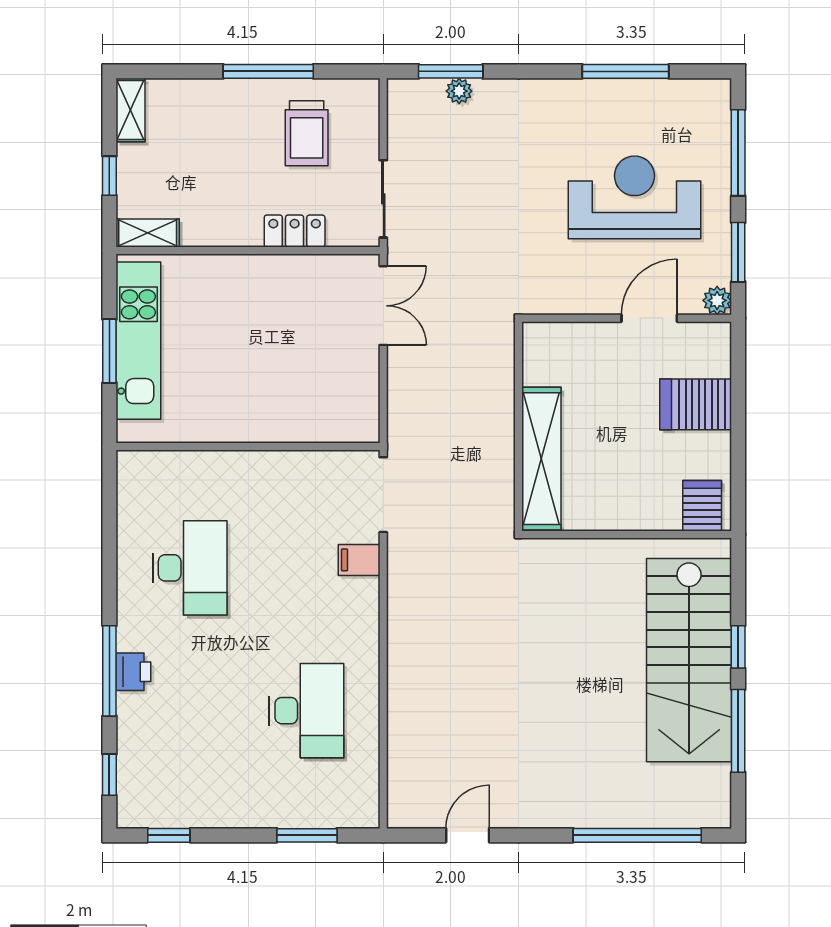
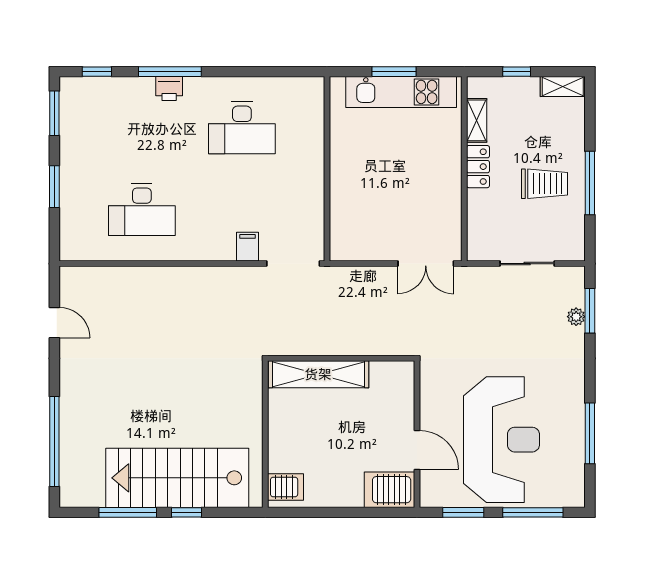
trolley: (307, 133) -> (544, 184), moved, turned 180
reception desk: (634, 197) -> (502, 440), width x1.36, depth x1.30
sliding door: (383, 199) -> (527, 264), moved
locker: (295, 231) -> (478, 167), moved
shelving: (148, 233) -> (477, 120), moved
plant: (717, 300) -> (429, 498), removed
server rack: (696, 404) -> (390, 490), moved, turned -90
window: (169, 835) -> (54, 113), width x1.50
window: (307, 835) -> (54, 187), moved

